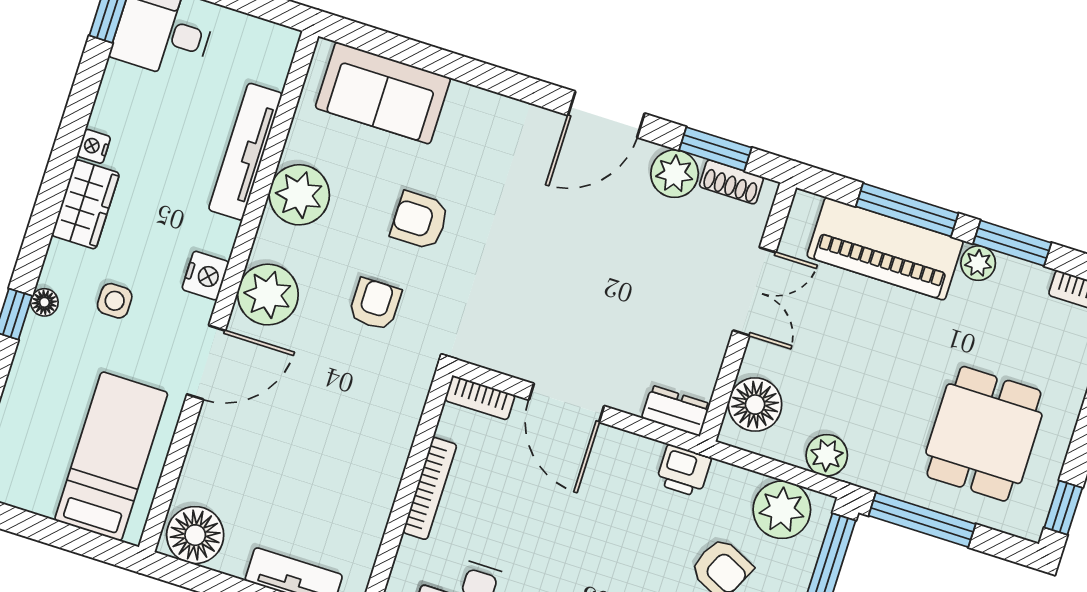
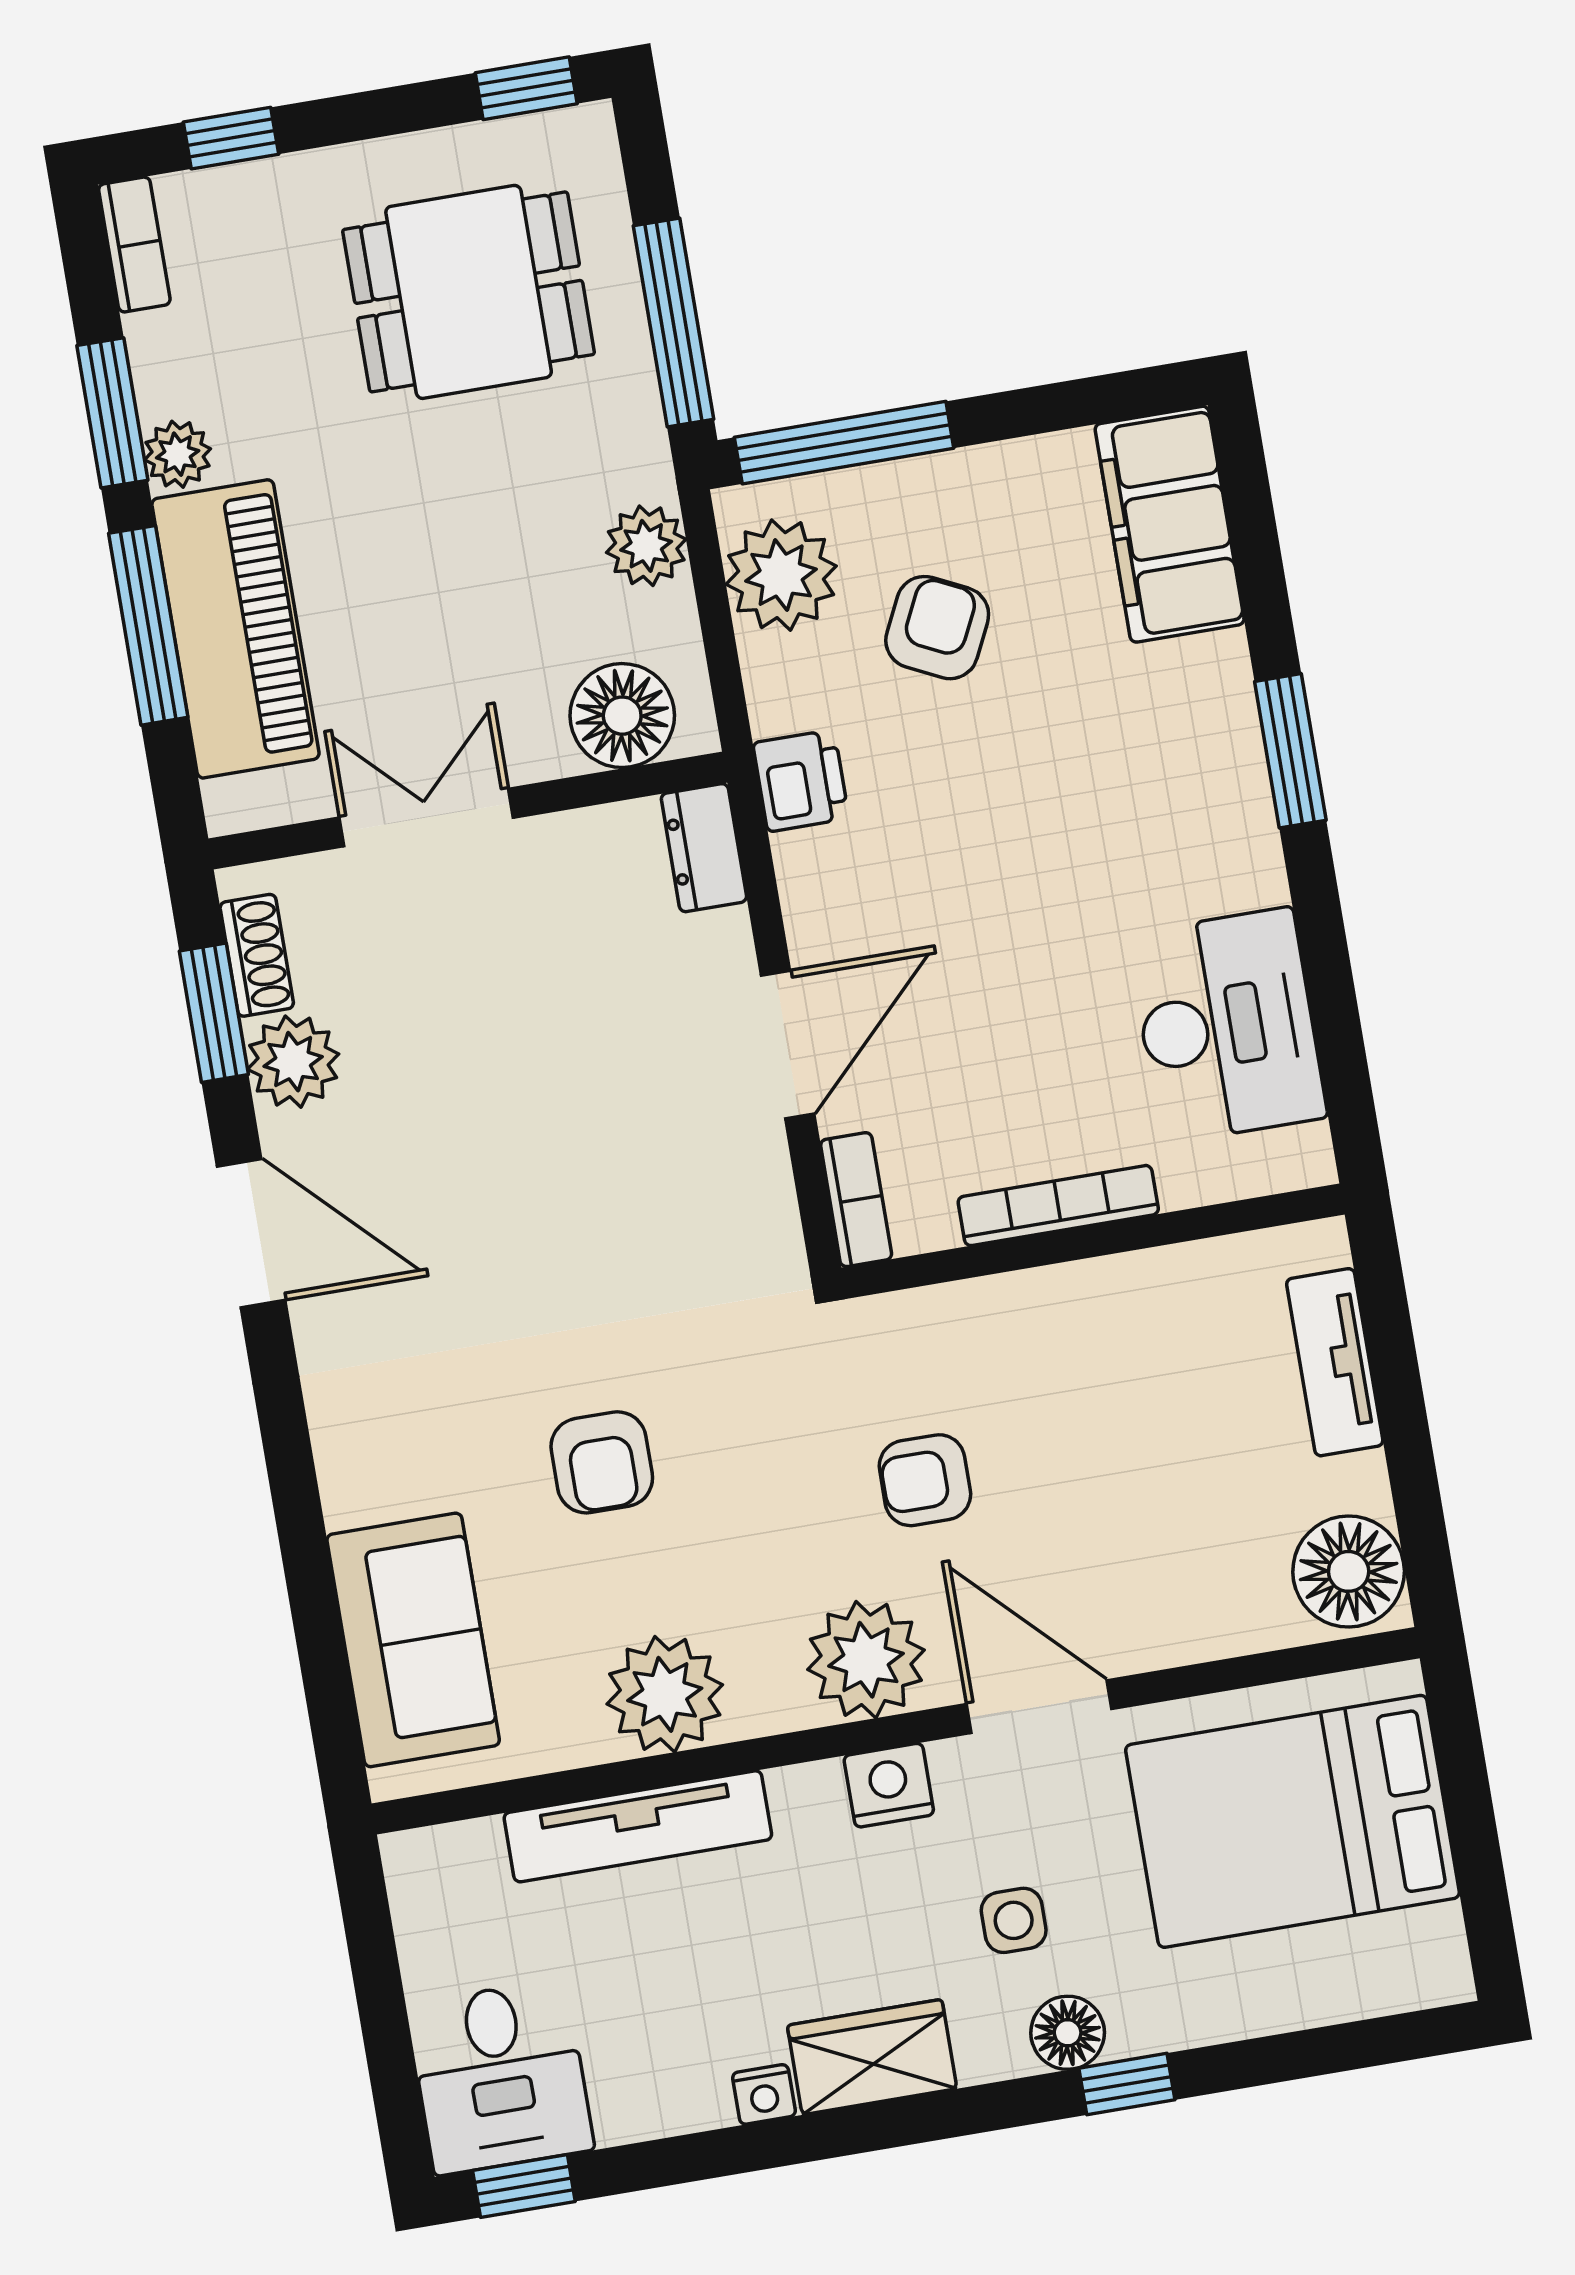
floor lamp: (44, 302) -> (1068, 2033), width x1.37, depth x1.37
armchair: (375, 304) -> (925, 1480), moved
bed: (111, 456) -> (1293, 1821), width x1.50

